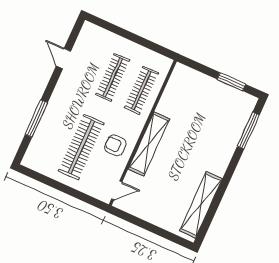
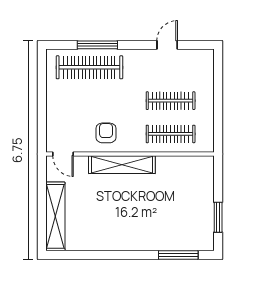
clothes rail: (81, 147) -> (89, 67), moved
shelving: (201, 205) -> (55, 216), moved, turned 90

